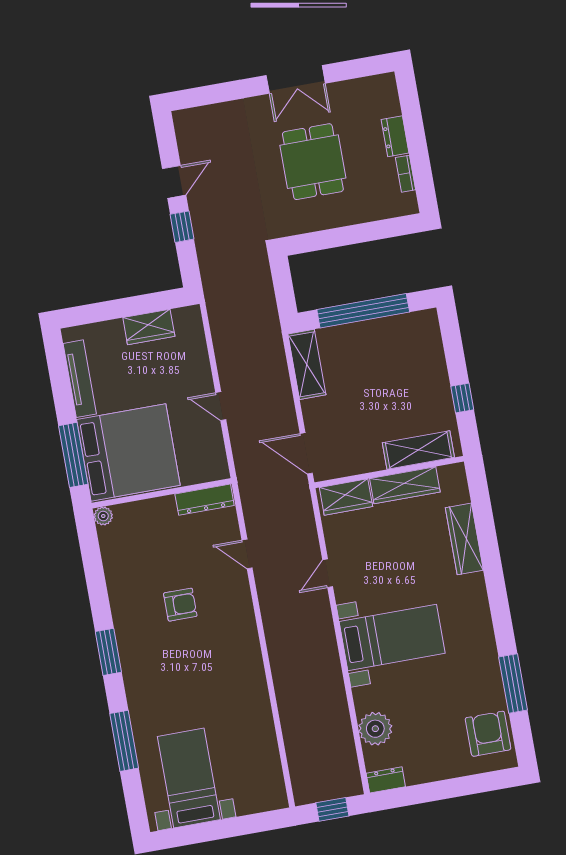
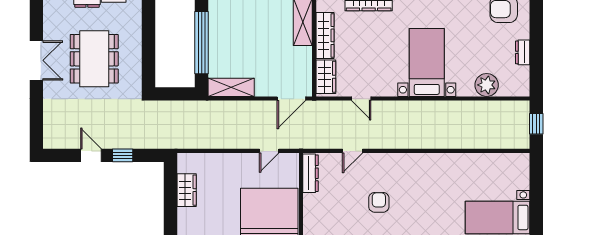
dining table: (313, 162) -> (94, 59), width x1.37
door: (221, 406) -> (269, 151), moved
door: (328, 573) -> (361, 99), moved
dresser: (386, 780) -> (523, 52), moved

